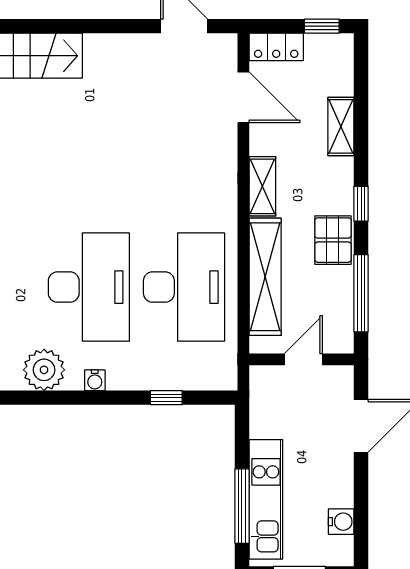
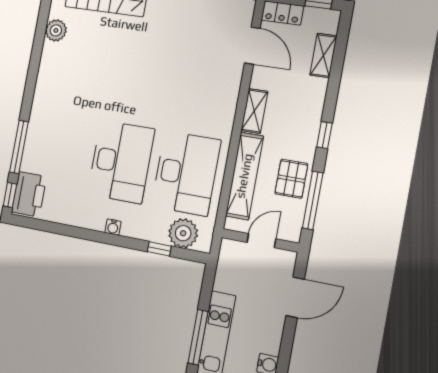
shelving: (341, 126) -> (323, 55), moved
pallet: (333, 240) -> (291, 179), moved
plant: (44, 370) -> (183, 233), moved

